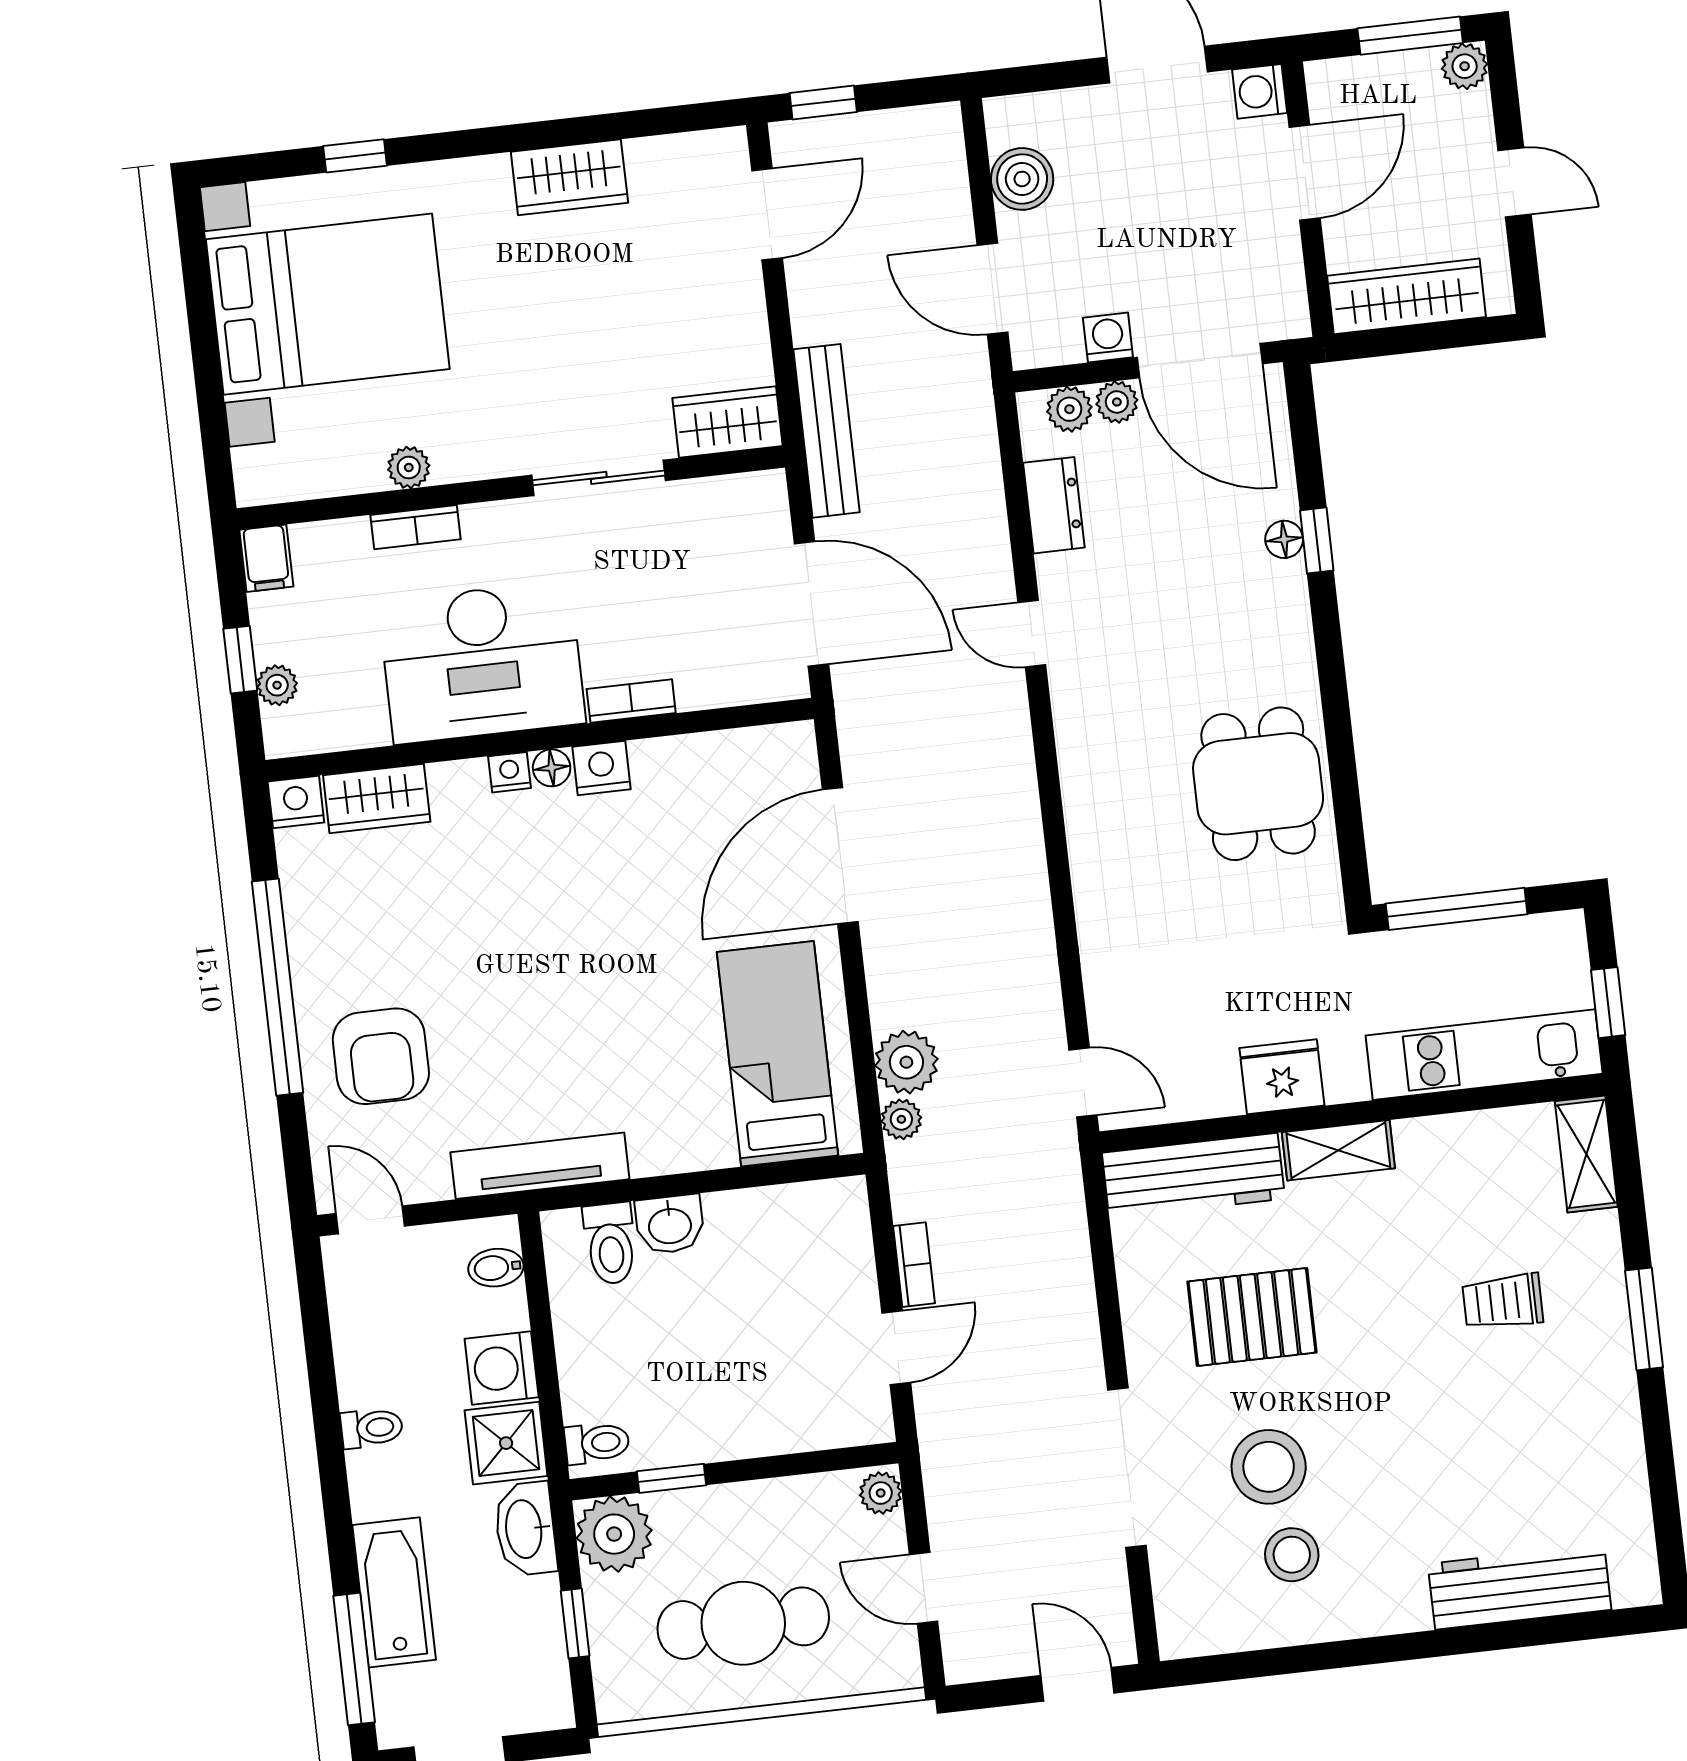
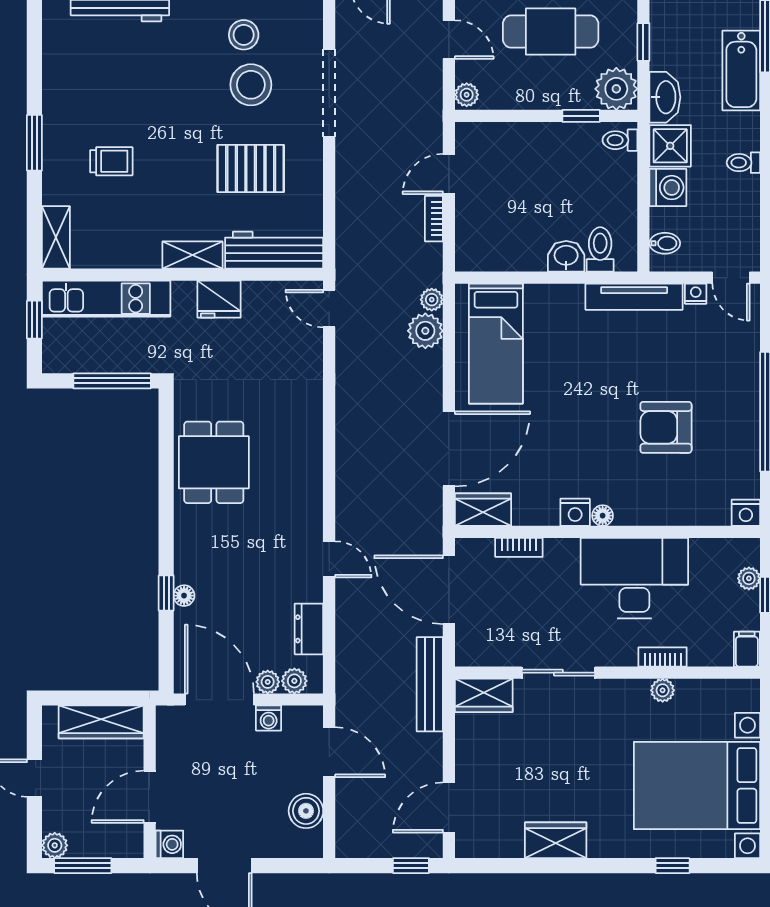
bookcase: (631, 701) -> (519, 547), moved
nightstand: (510, 772) -> (696, 294), moved, turned 180
wardrobe: (377, 798) -> (483, 510), moved
armchair: (381, 1056) -> (666, 427), moved, turned -90

